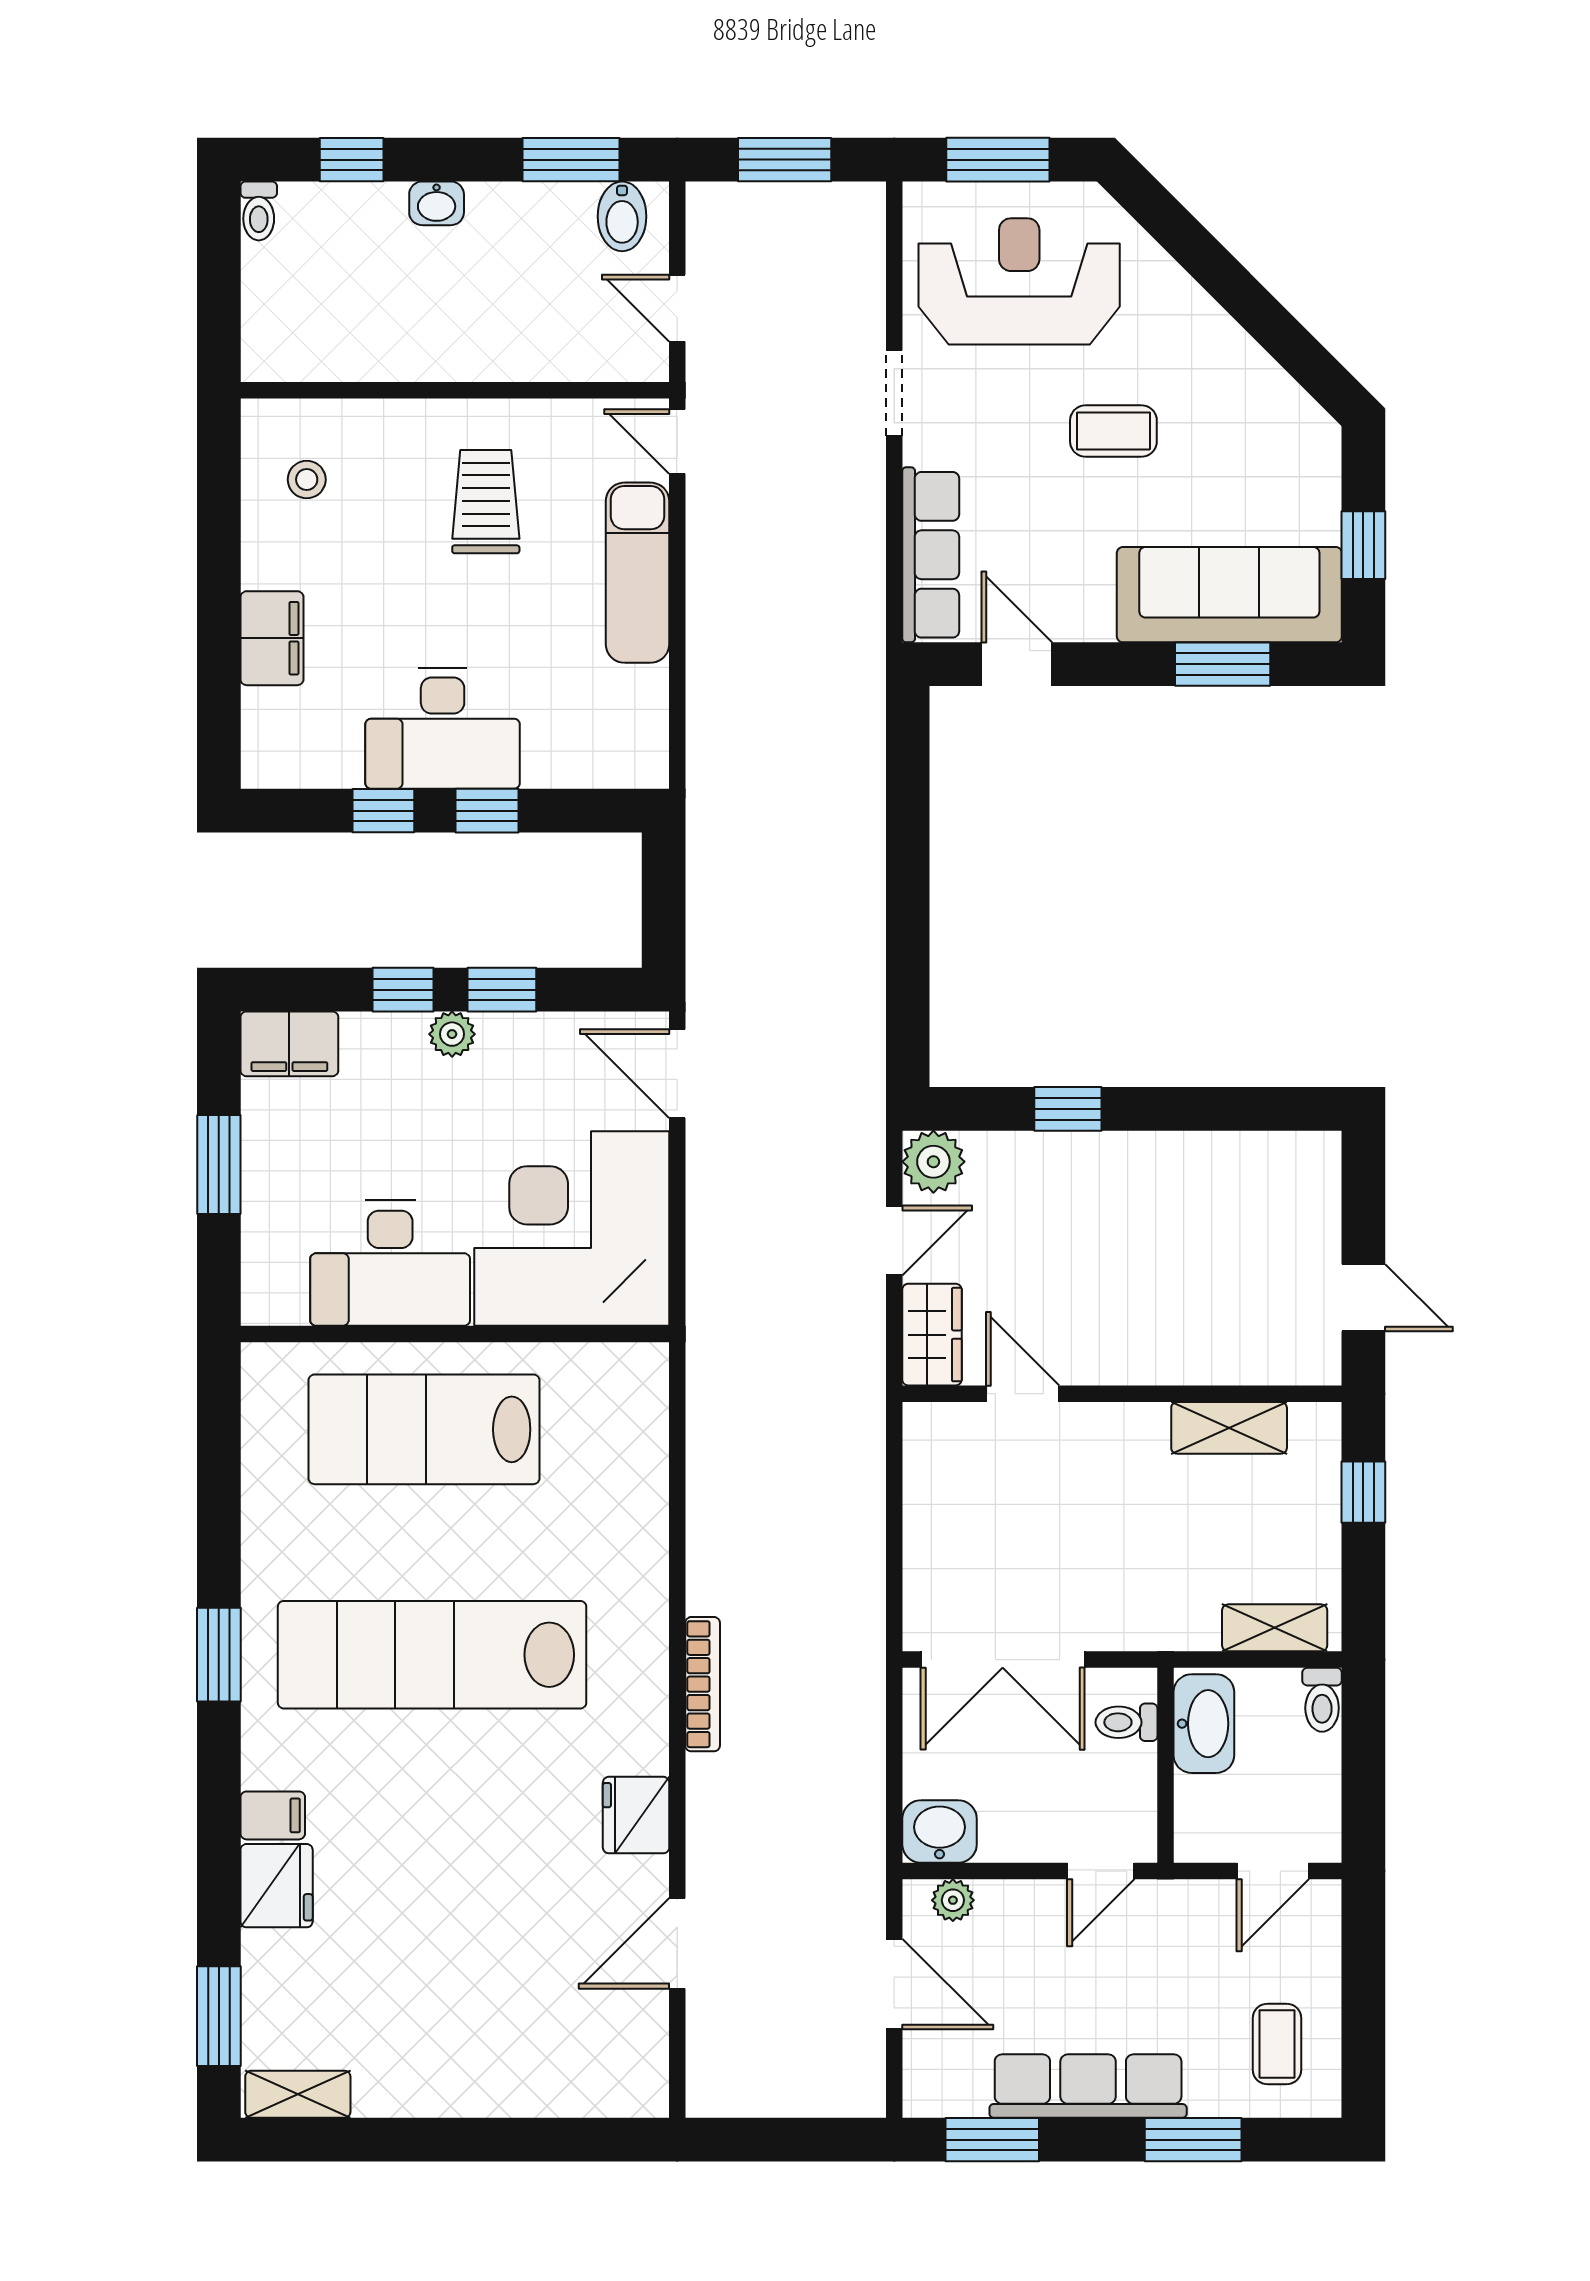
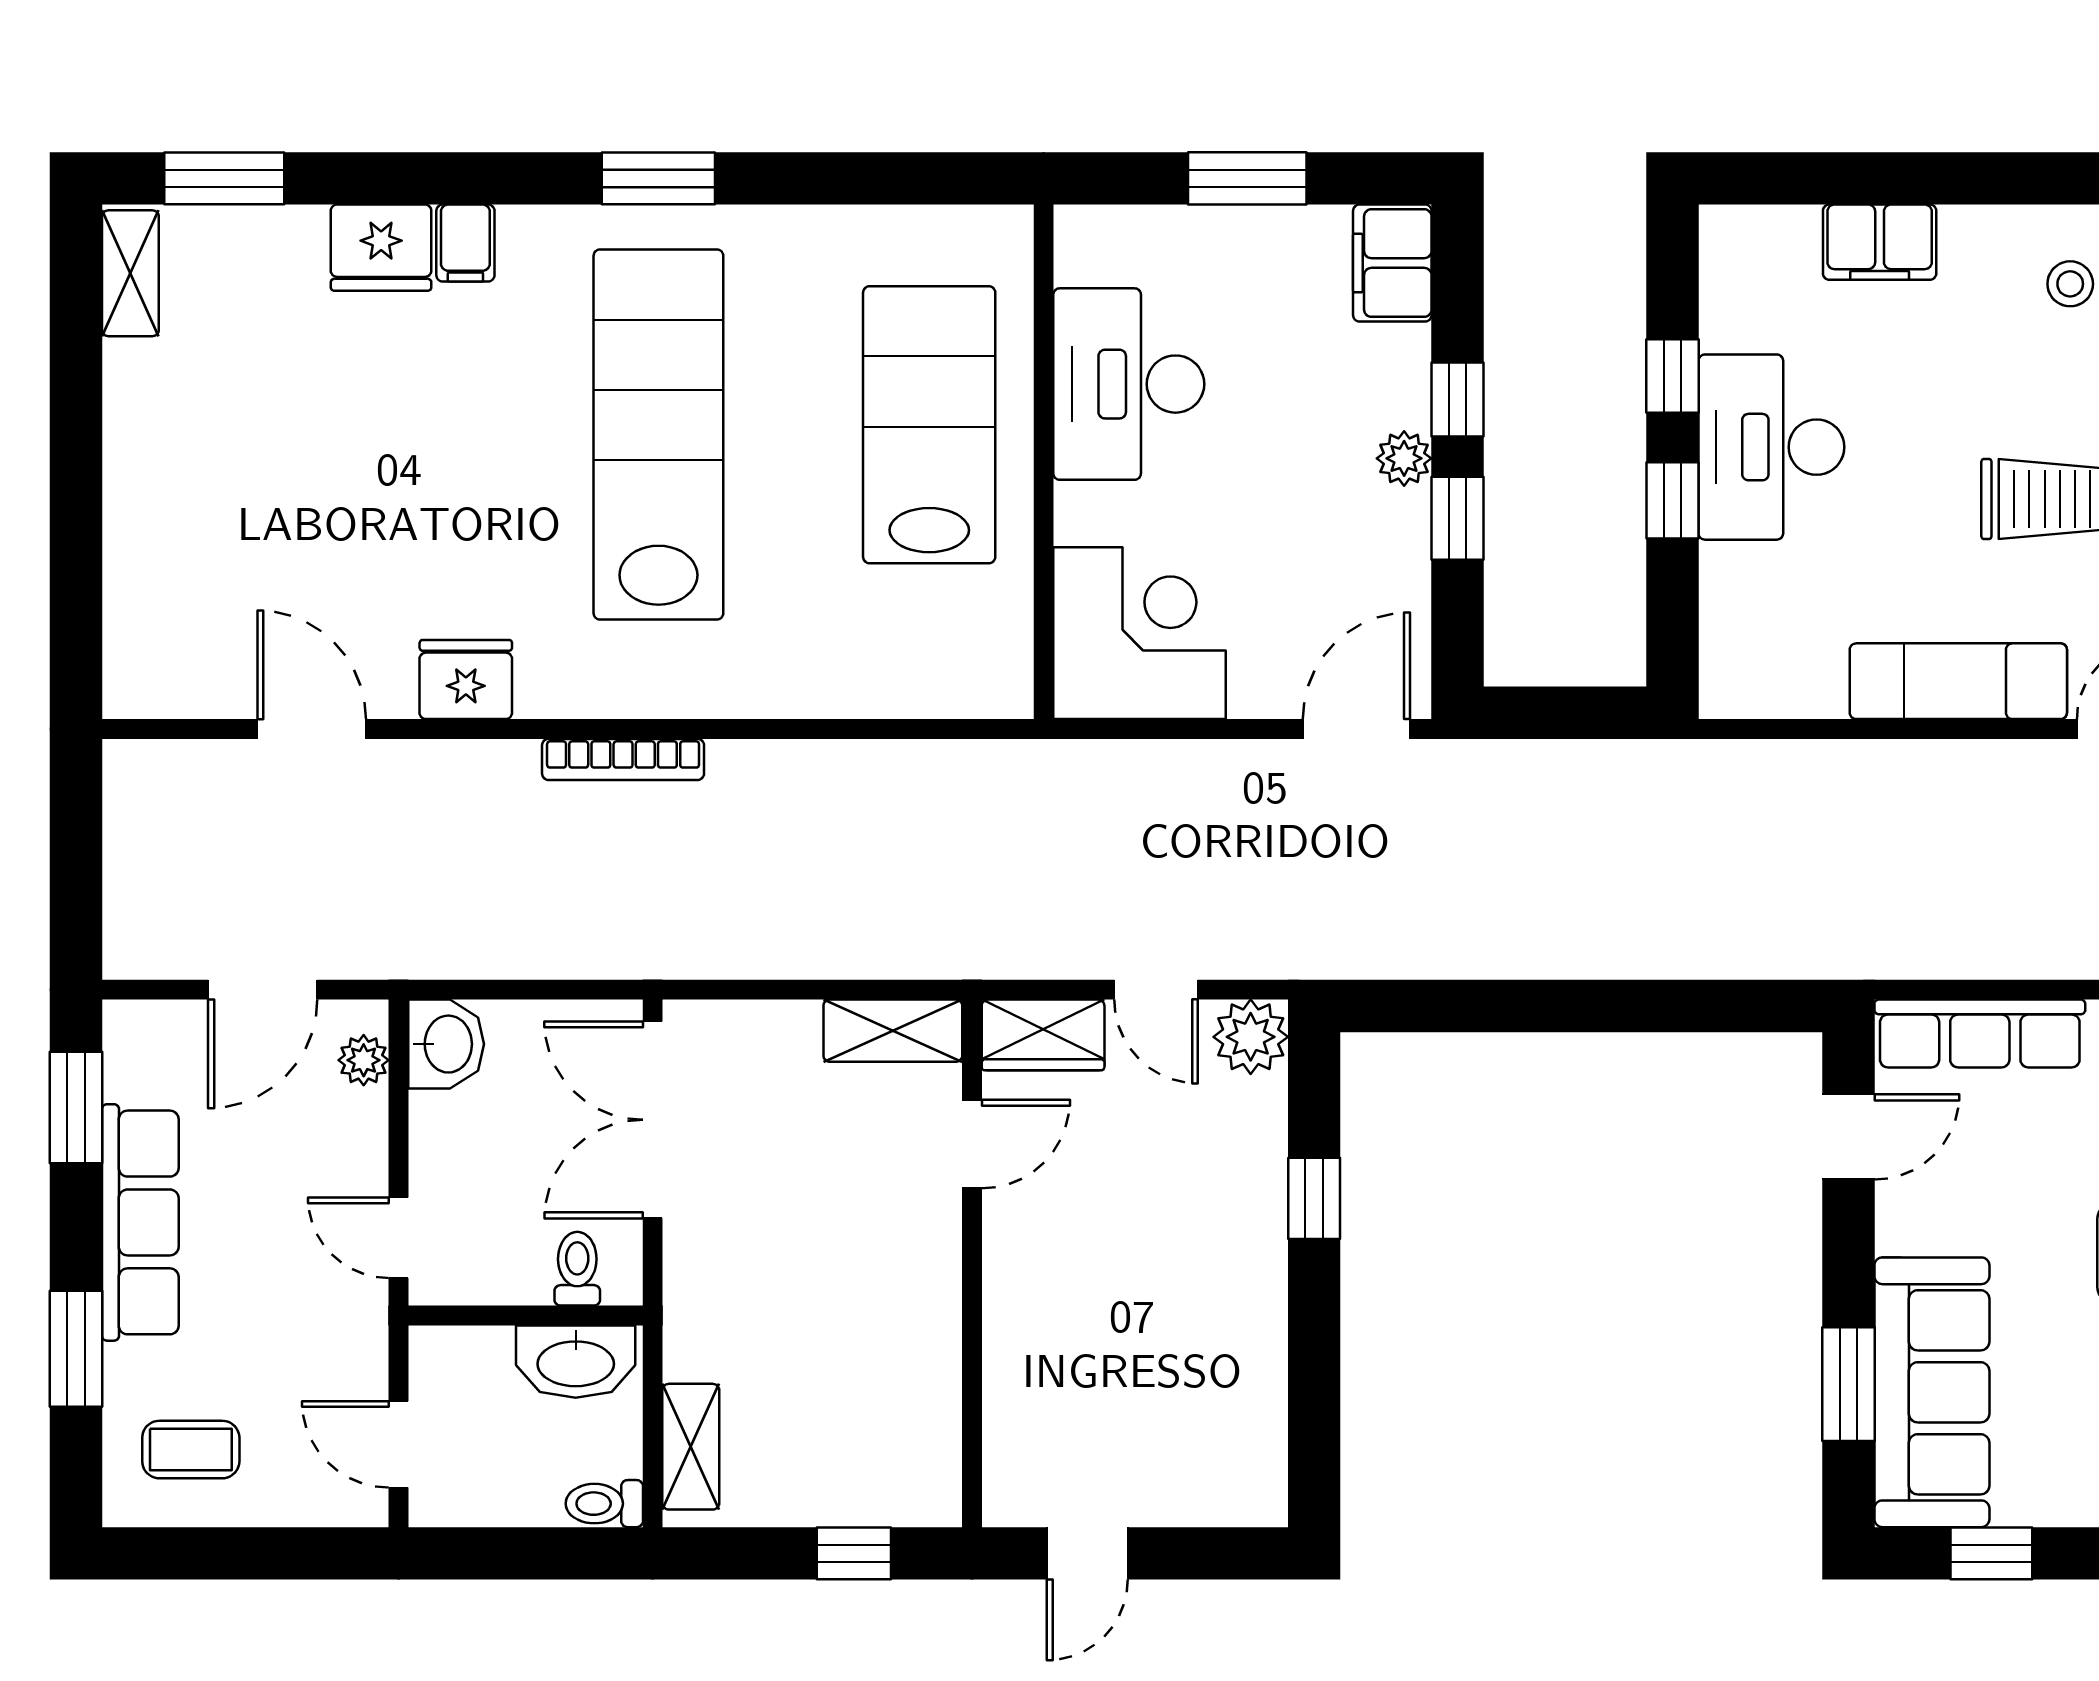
corner desk: (572, 1228) -> (1139, 633), width x0.74, depth x0.74
shelving: (1229, 1428) -> (893, 1031), moved, turned 90

